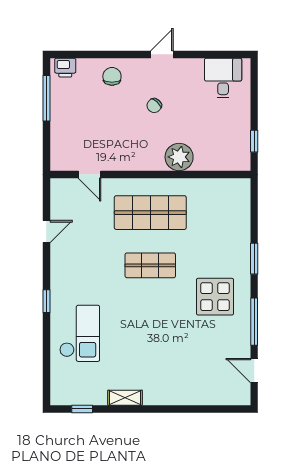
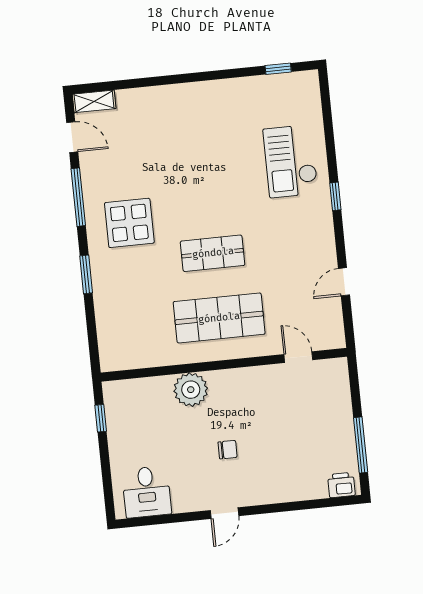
chair: (112, 76) -> (283, 480), removed
chair: (154, 106) -> (228, 450), turned 48
shelving: (125, 398) -> (94, 101), moved

